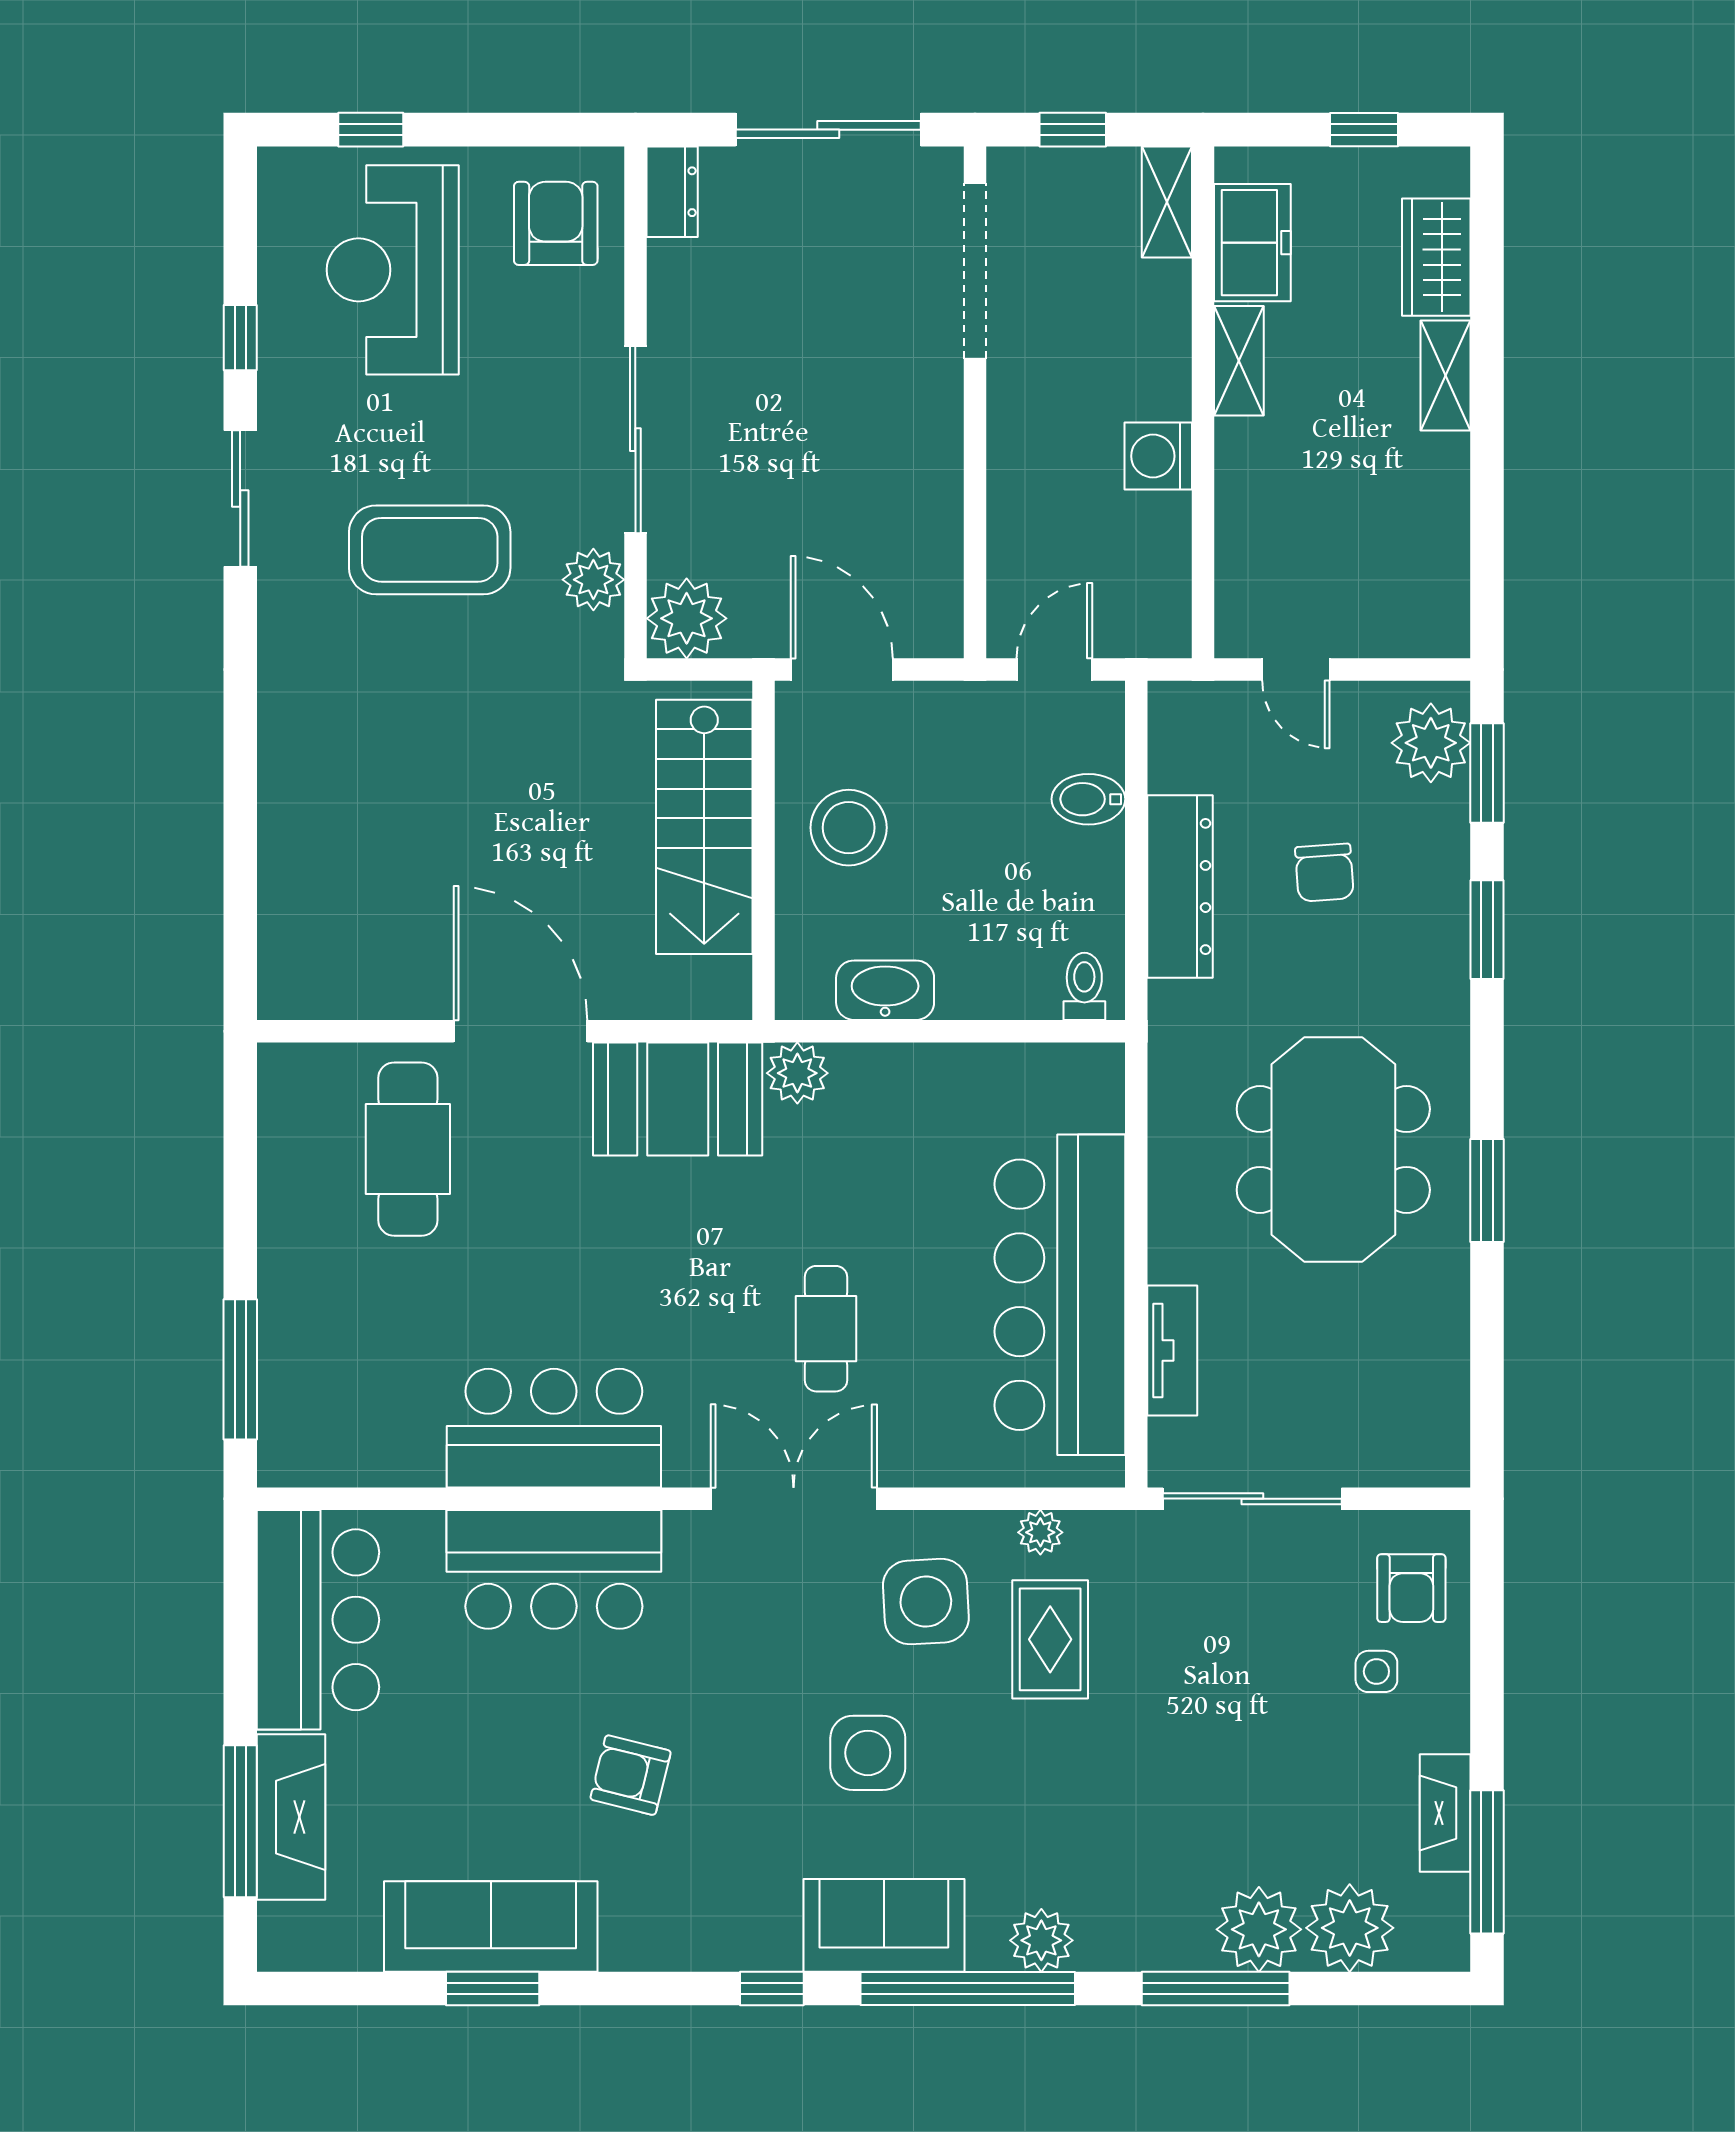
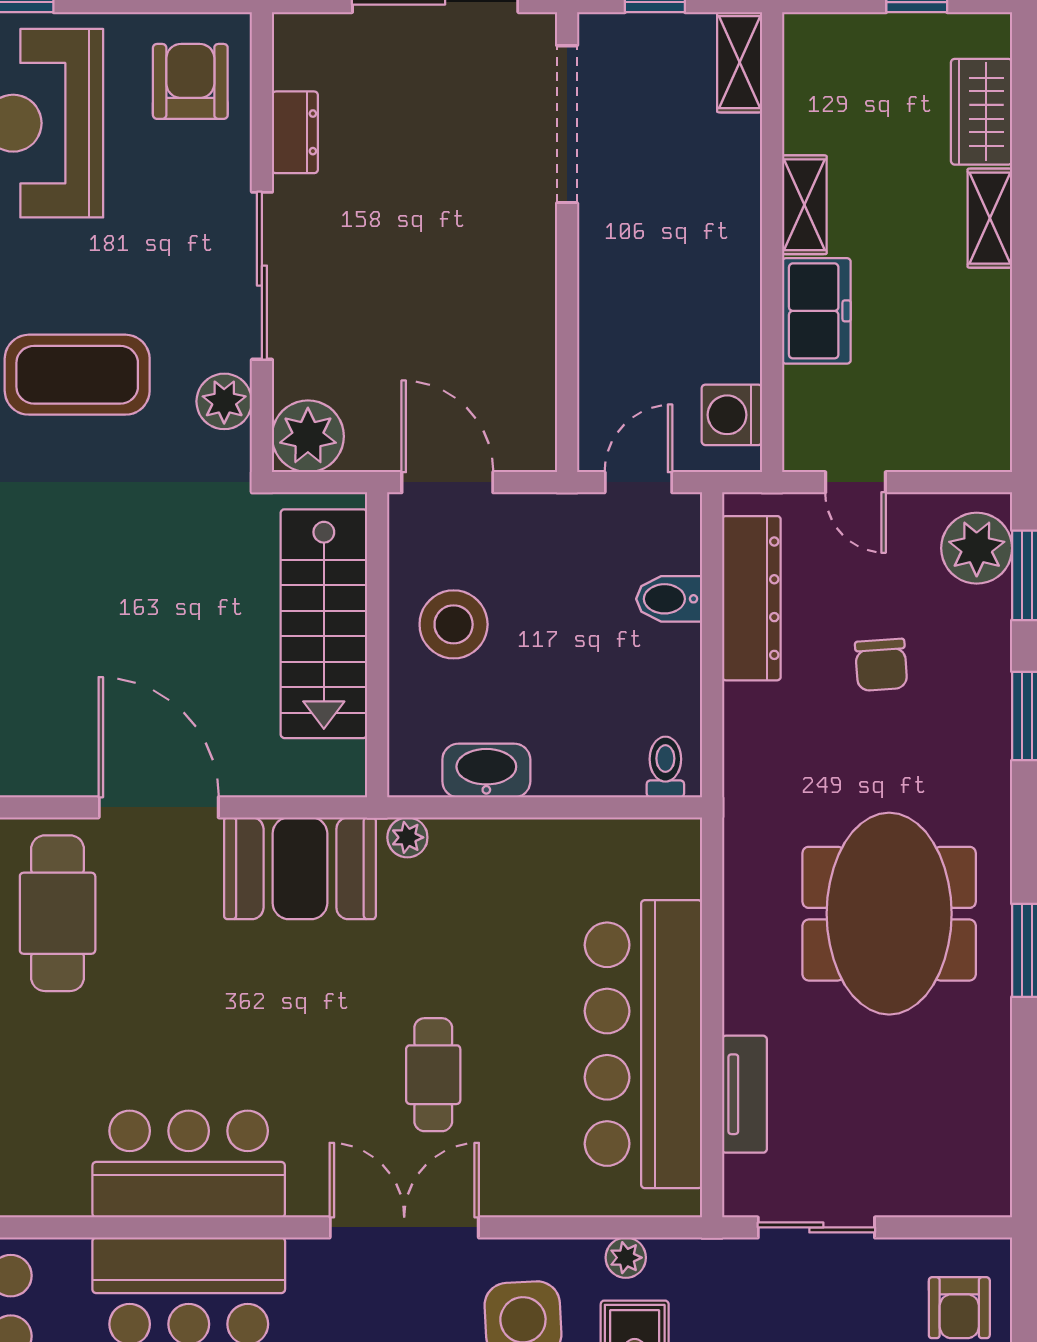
dresser: (672, 192) -> (295, 132), moved
freezer: (1252, 243) -> (816, 311), moved
washing machine: (1158, 456) -> (732, 415), moved
dresser: (1180, 886) -> (751, 598), moved
plant: (797, 1073) -> (407, 837), width x0.73, depth x0.73
sliding door: (1252, 1499) -> (816, 1227), width x0.73

